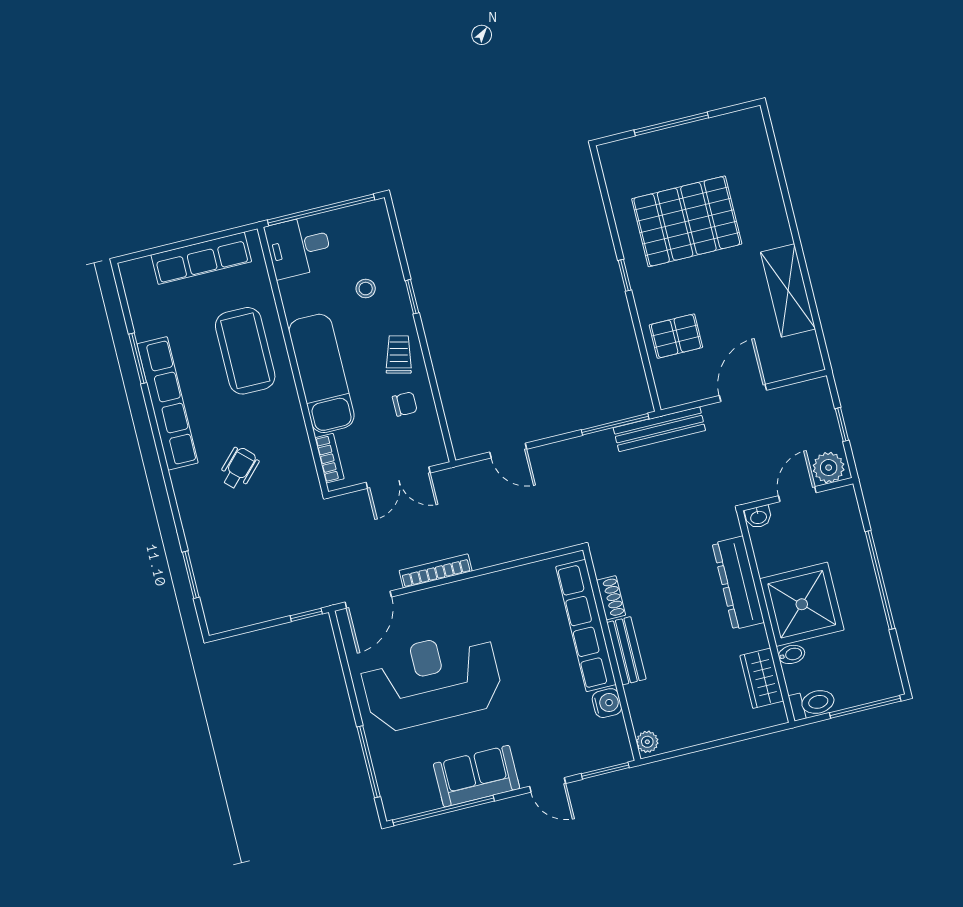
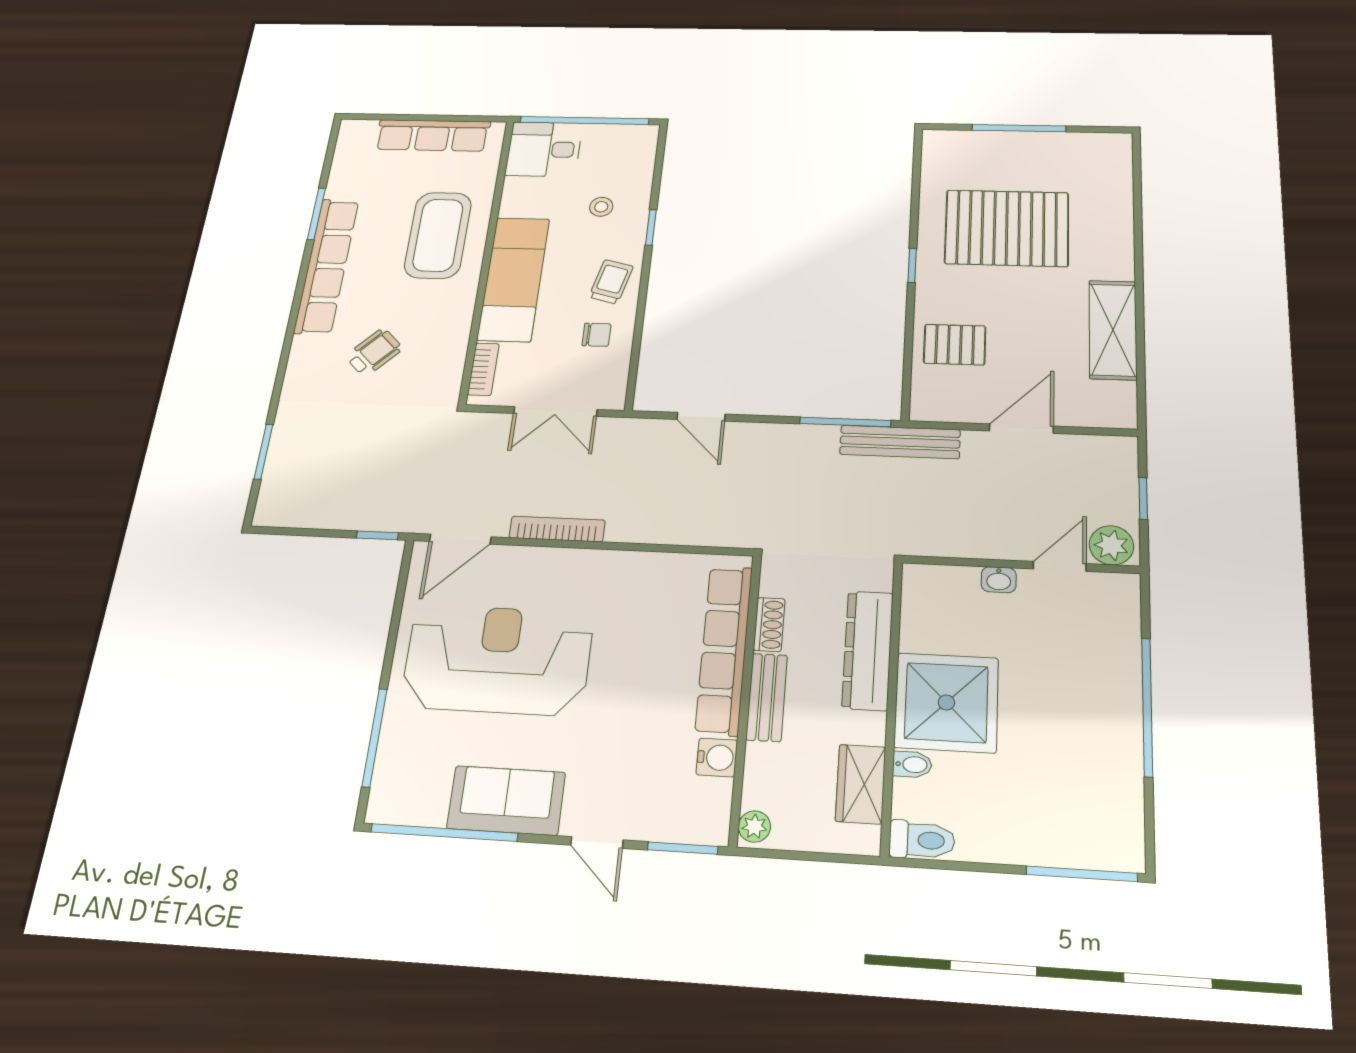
dresser: (738, 583) -> (868, 650), moved
shower: (802, 604) -> (946, 703), moved
wall: (766, 617) -> (892, 704), moved
bidet: (792, 654) -> (912, 764), moved
wardrobe: (762, 678) -> (861, 784), moved
toilet: (812, 703) -> (922, 840), moved

